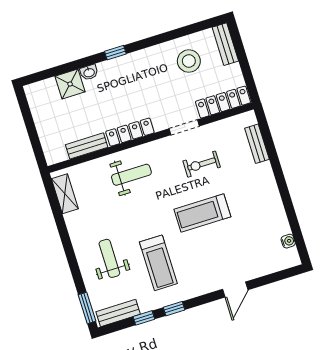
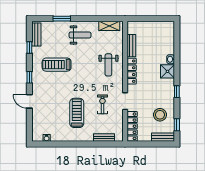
window: (197, 27) -> (177, 125), added
window: (115, 53) -> (177, 92), moved
shower: (70, 84) -> (167, 71), moved
treadmill: (202, 213) -> (77, 113), moved
weight bench: (109, 258) -> (80, 35), moved
window: (87, 308) -> (62, 19), moved
window: (174, 309) -> (29, 77), moved

